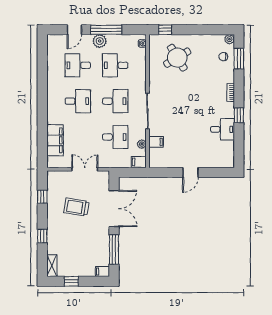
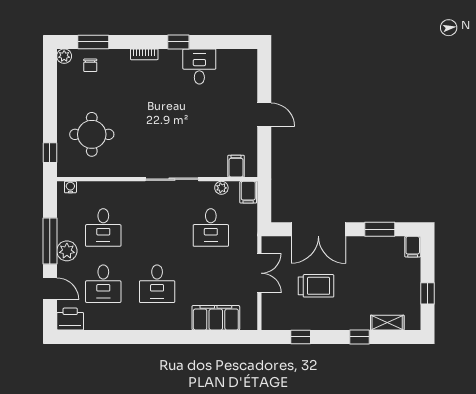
printer: (54, 43) -> (70, 319), added
round table: (177, 58) -> (92, 134), turned 31
desk: (78, 101) -> (157, 284), turned 180
desk: (115, 101) -> (157, 228), removed
desk: (115, 137) -> (211, 228), turned 180
filing cabinet: (156, 142) -> (236, 166), moved
double door: (85, 169) -> (259, 273), swing flipped
trolley: (76, 207) -> (316, 286), turned -99
double door: (114, 209) -> (318, 229), swing flipped
window: (114, 250) -> (380, 229), width x0.69
shelving: (52, 266) -> (387, 323), moved

